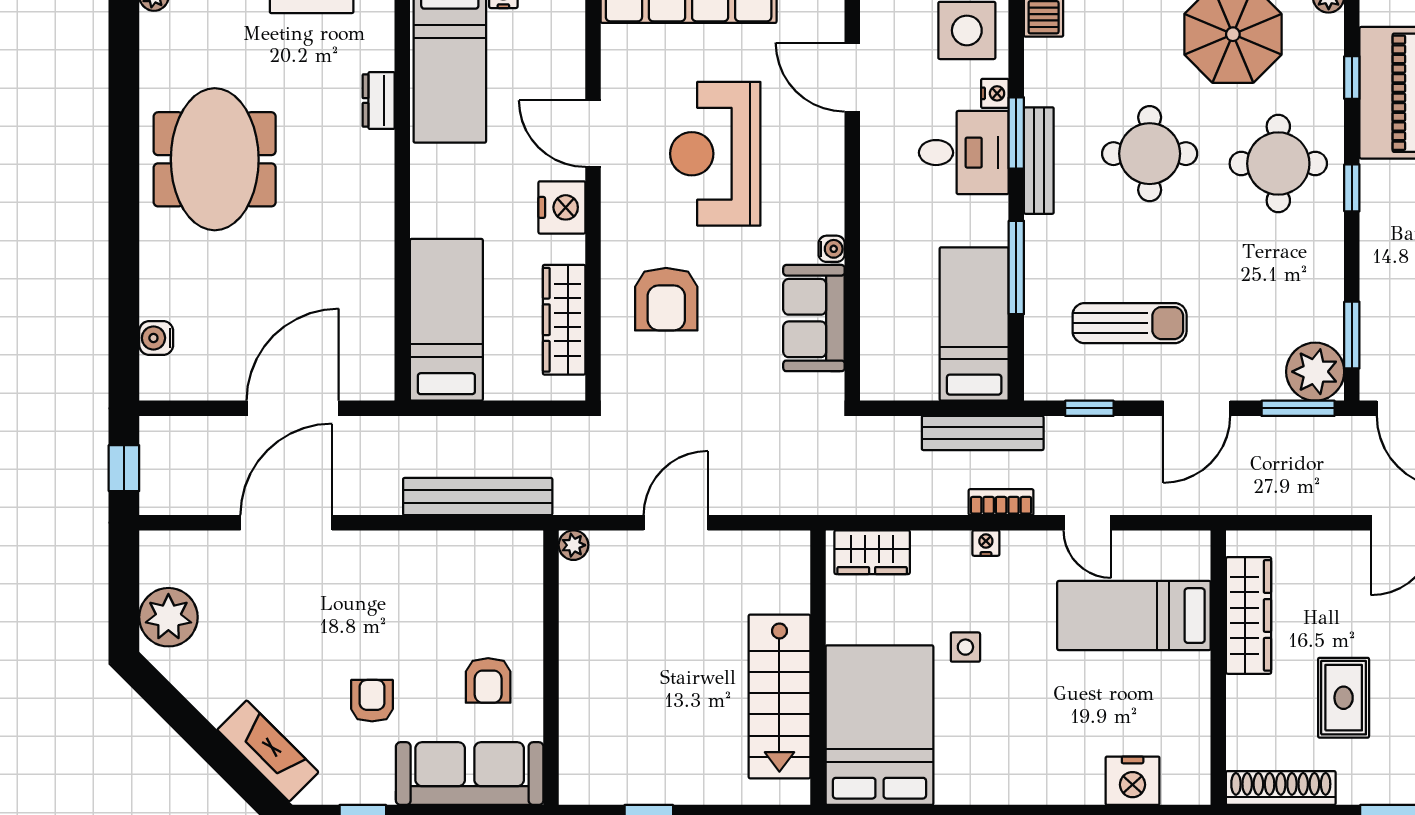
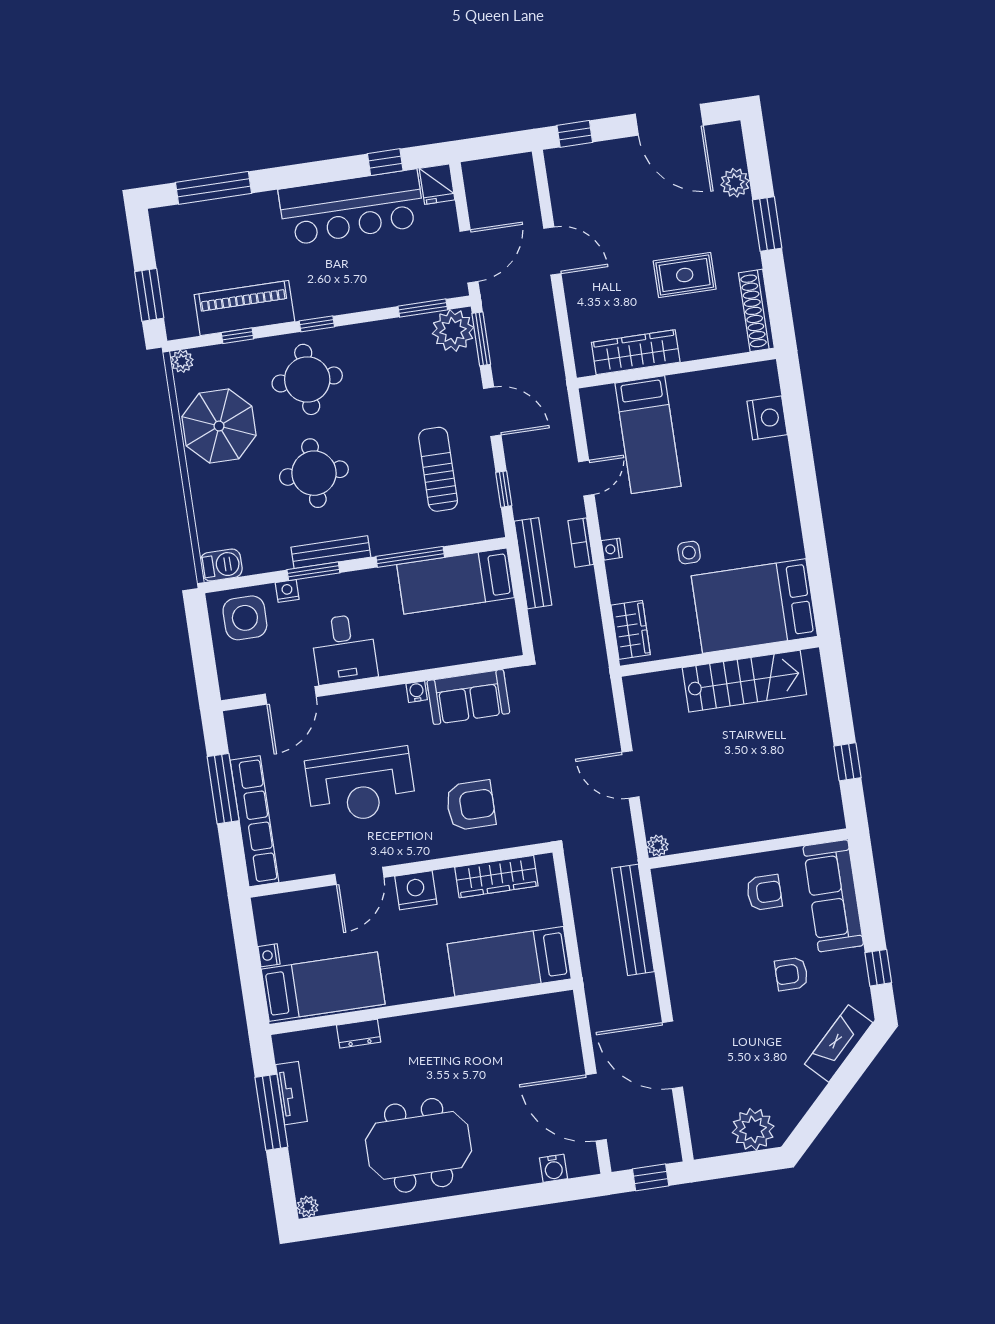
desk: (964, 153) -> (344, 649), moved, turned 180
door: (293, 408) -> (596, 1107), moved

